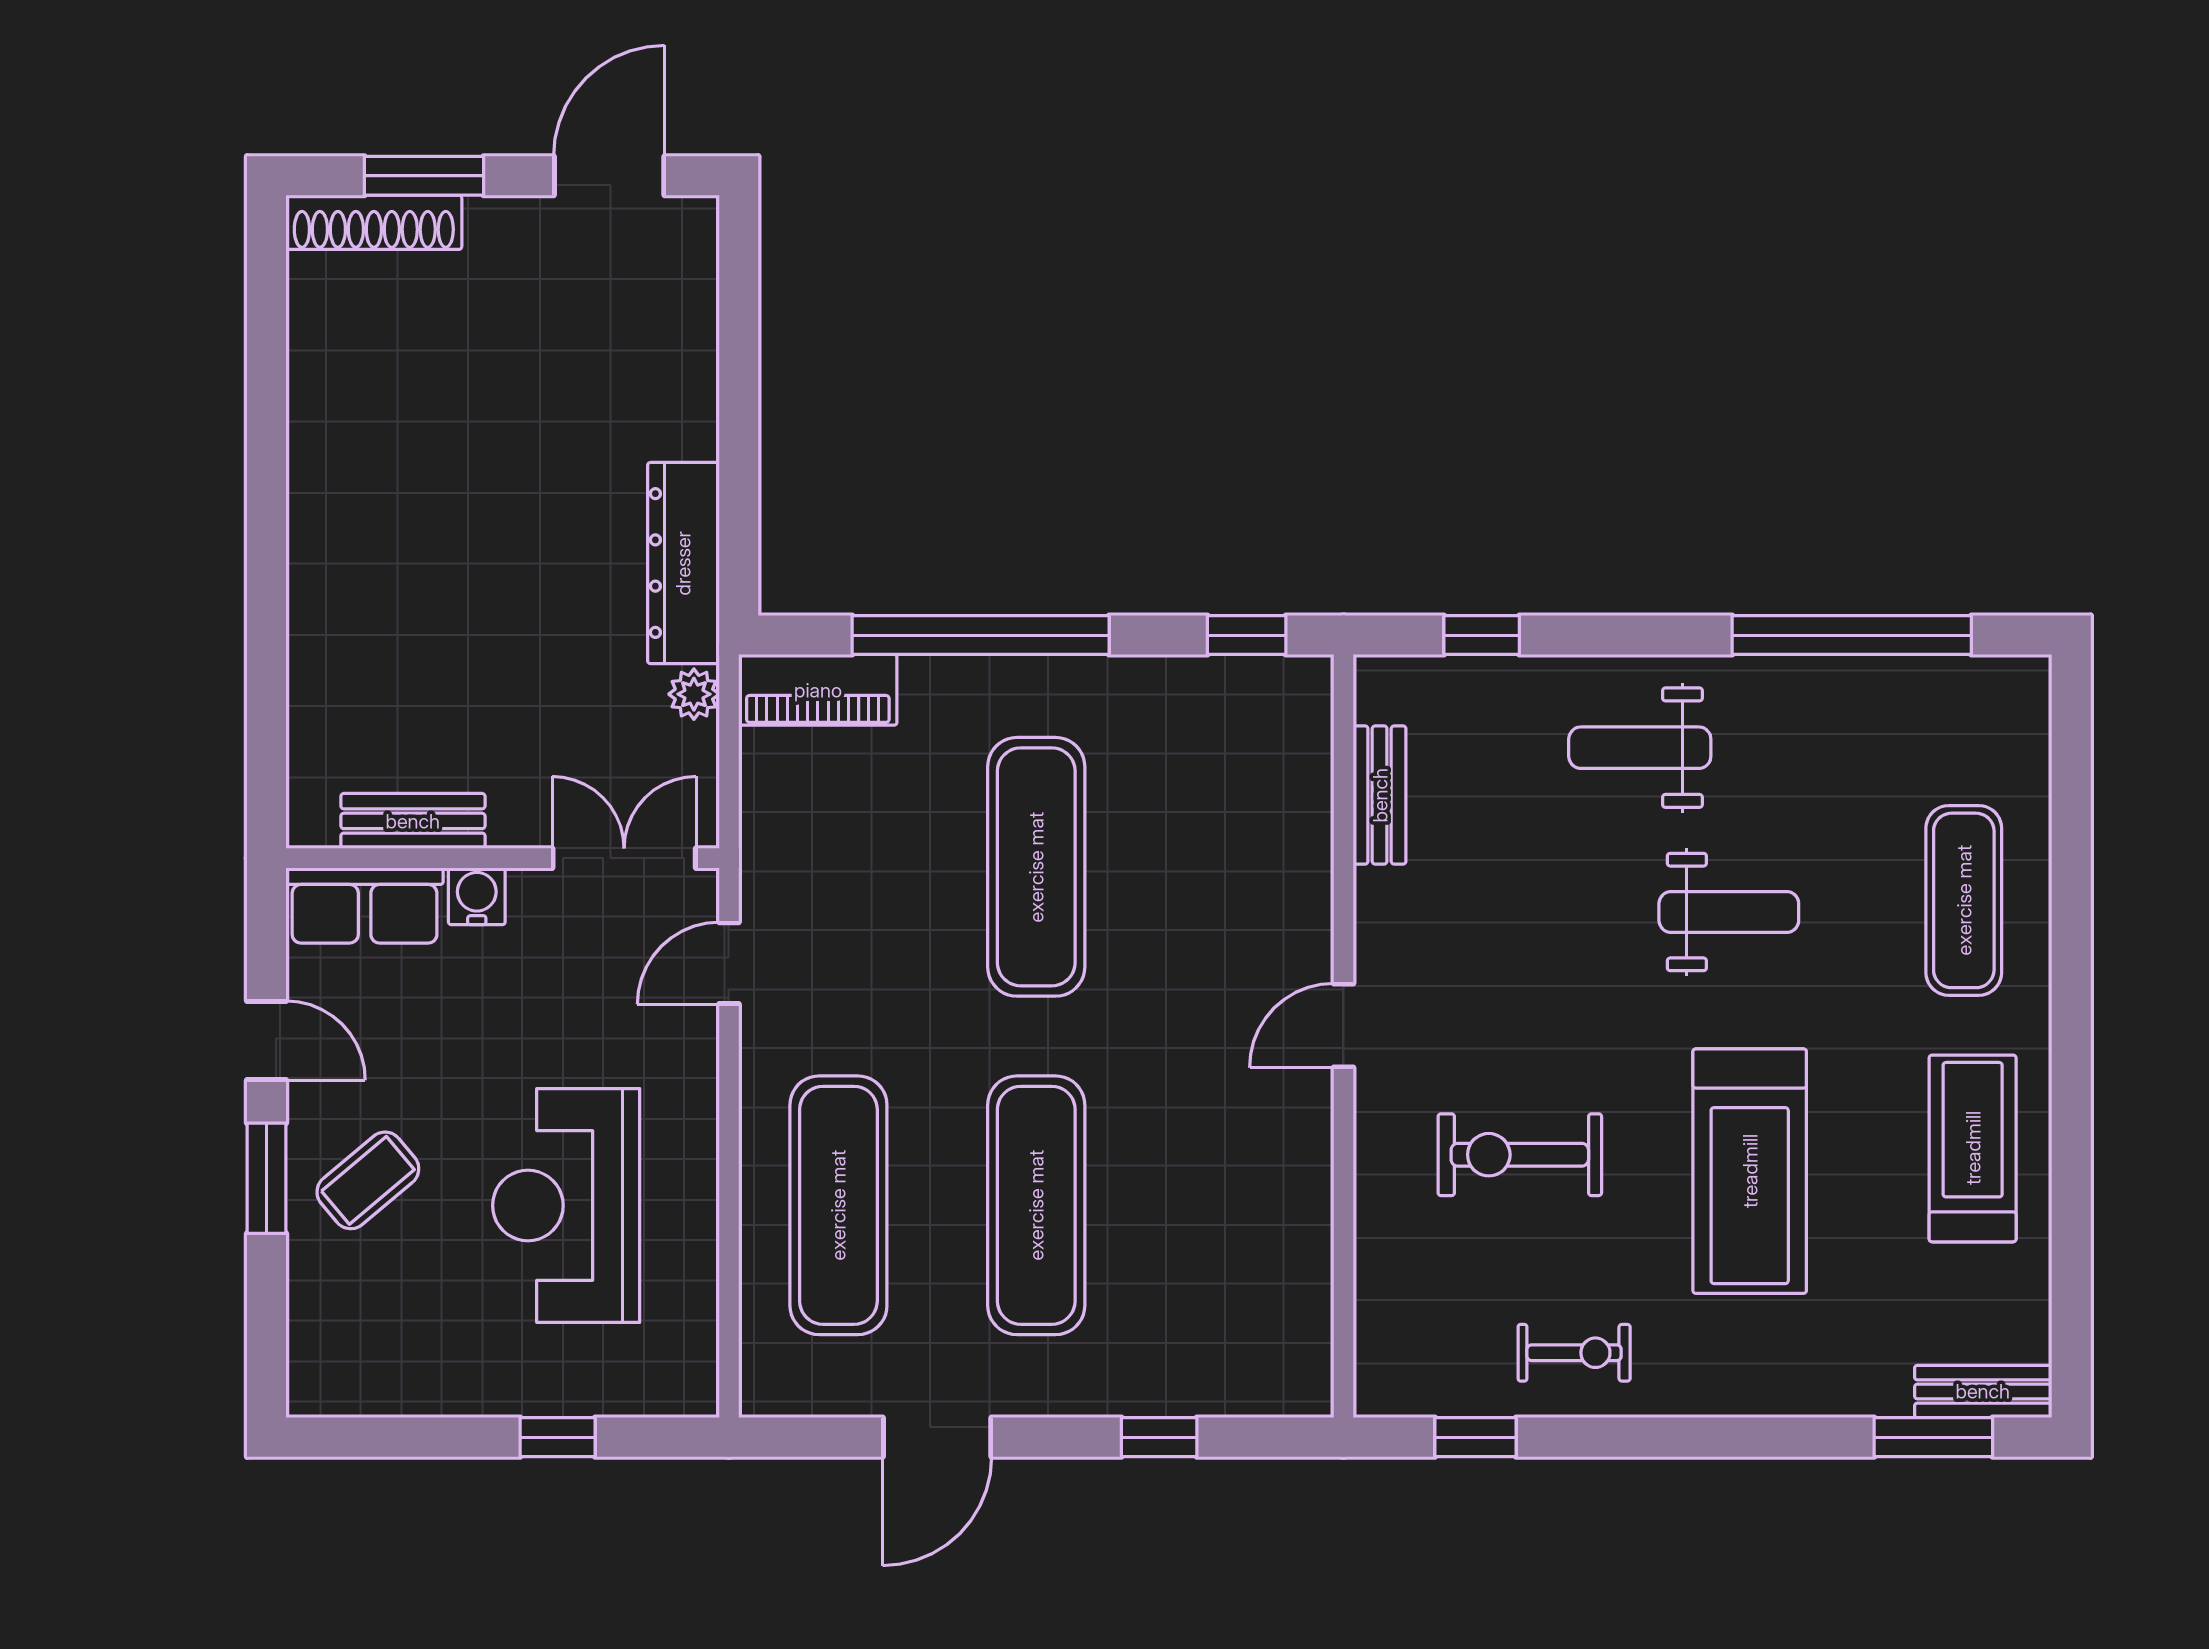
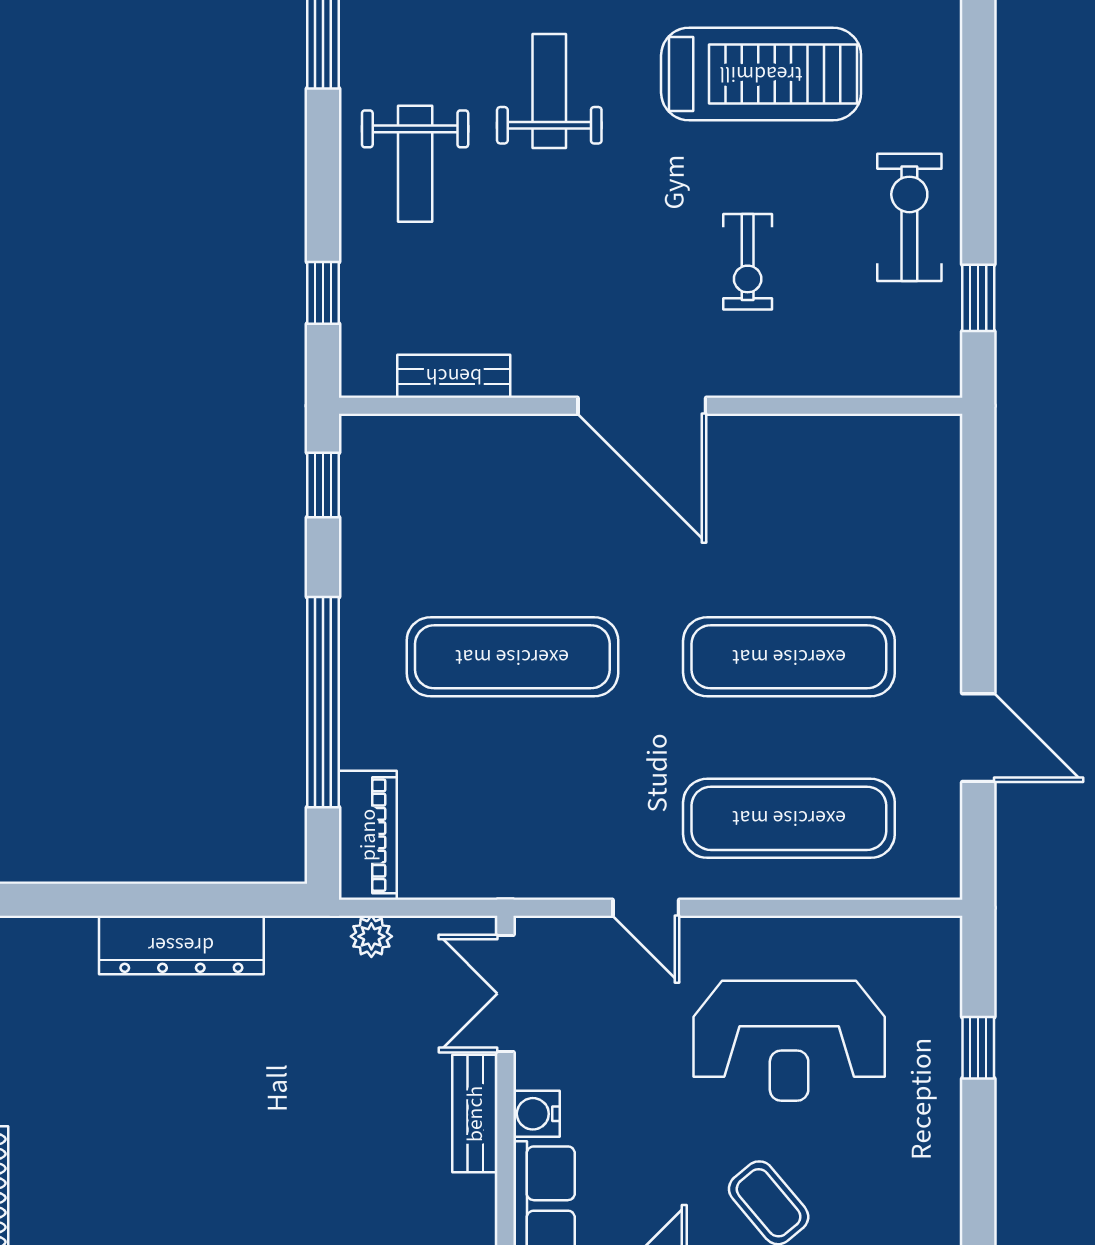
dresser: (683, 563) -> (181, 945), moved
bench: (413, 821) -> (475, 1114), moved
door: (729, 963) -> (646, 908), moved
door: (1344, 1025) -> (642, 406), width x1.87
exercise bike: (1520, 1155) -> (748, 262), width x0.73, depth x0.72
exercise bike: (1574, 1353) -> (909, 217), width x1.38, depth x1.39
window: (1159, 1437) -> (978, 556), removed

